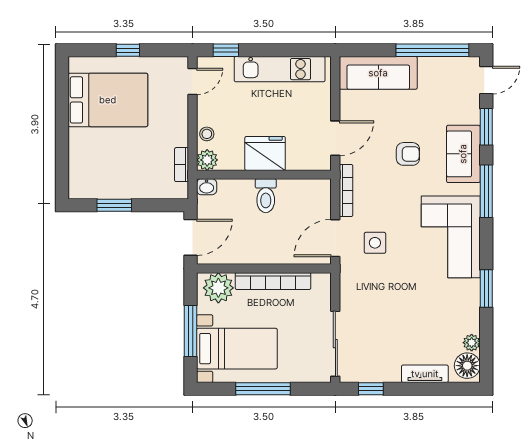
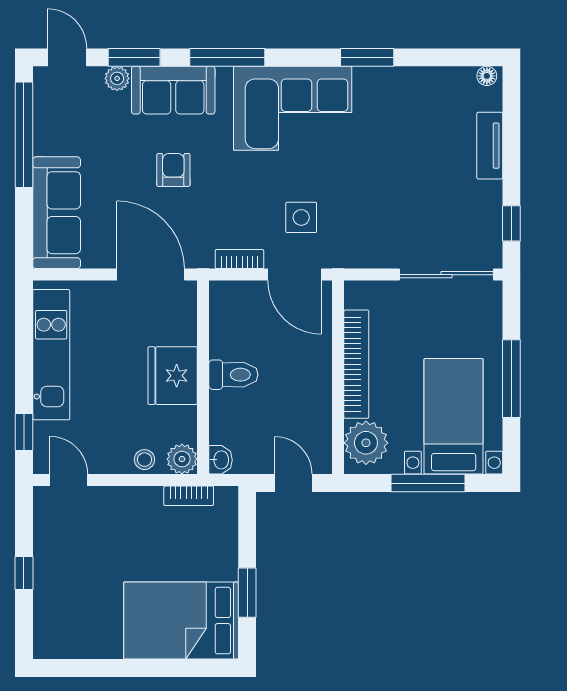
bed: (108, 100) -> (181, 621), moved, turned -90
door: (335, 138) -> (151, 275), width x1.36
bookcase: (346, 190) -> (239, 259), width x0.64
door: (190, 237) -> (293, 483), width x0.73
plant: (472, 343) -> (117, 78), moved
floor lamp: (467, 366) -> (487, 76), width x0.53, depth x0.53

